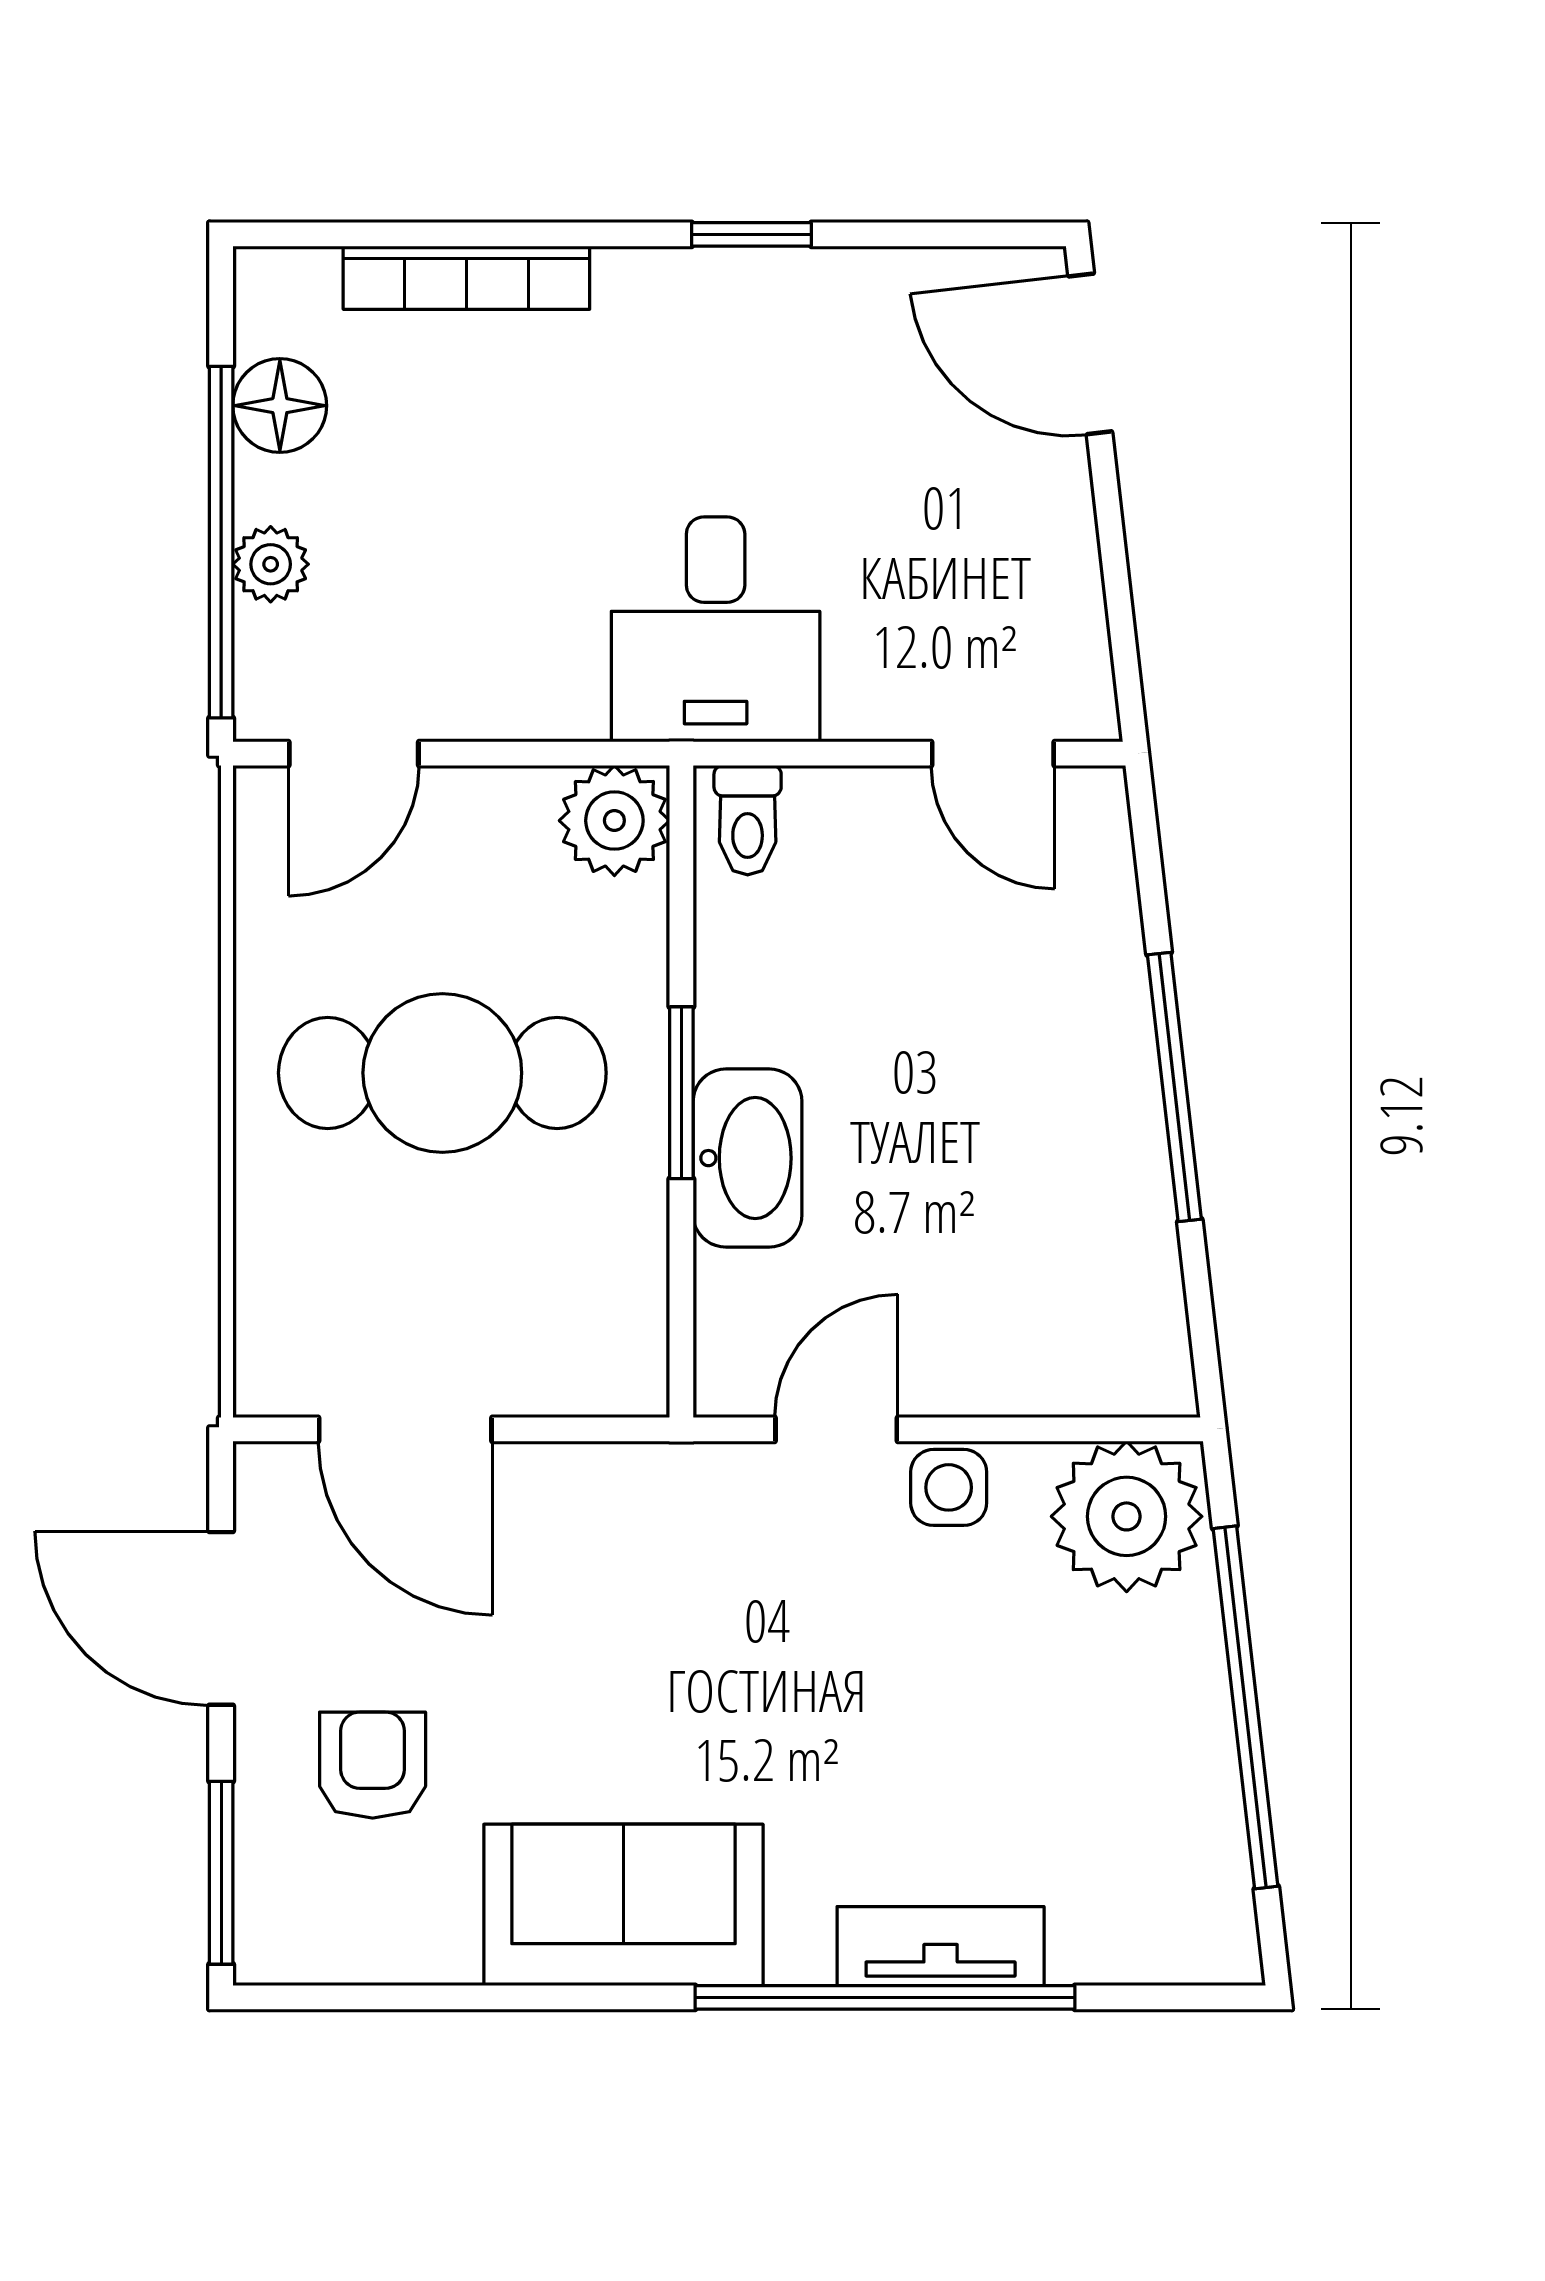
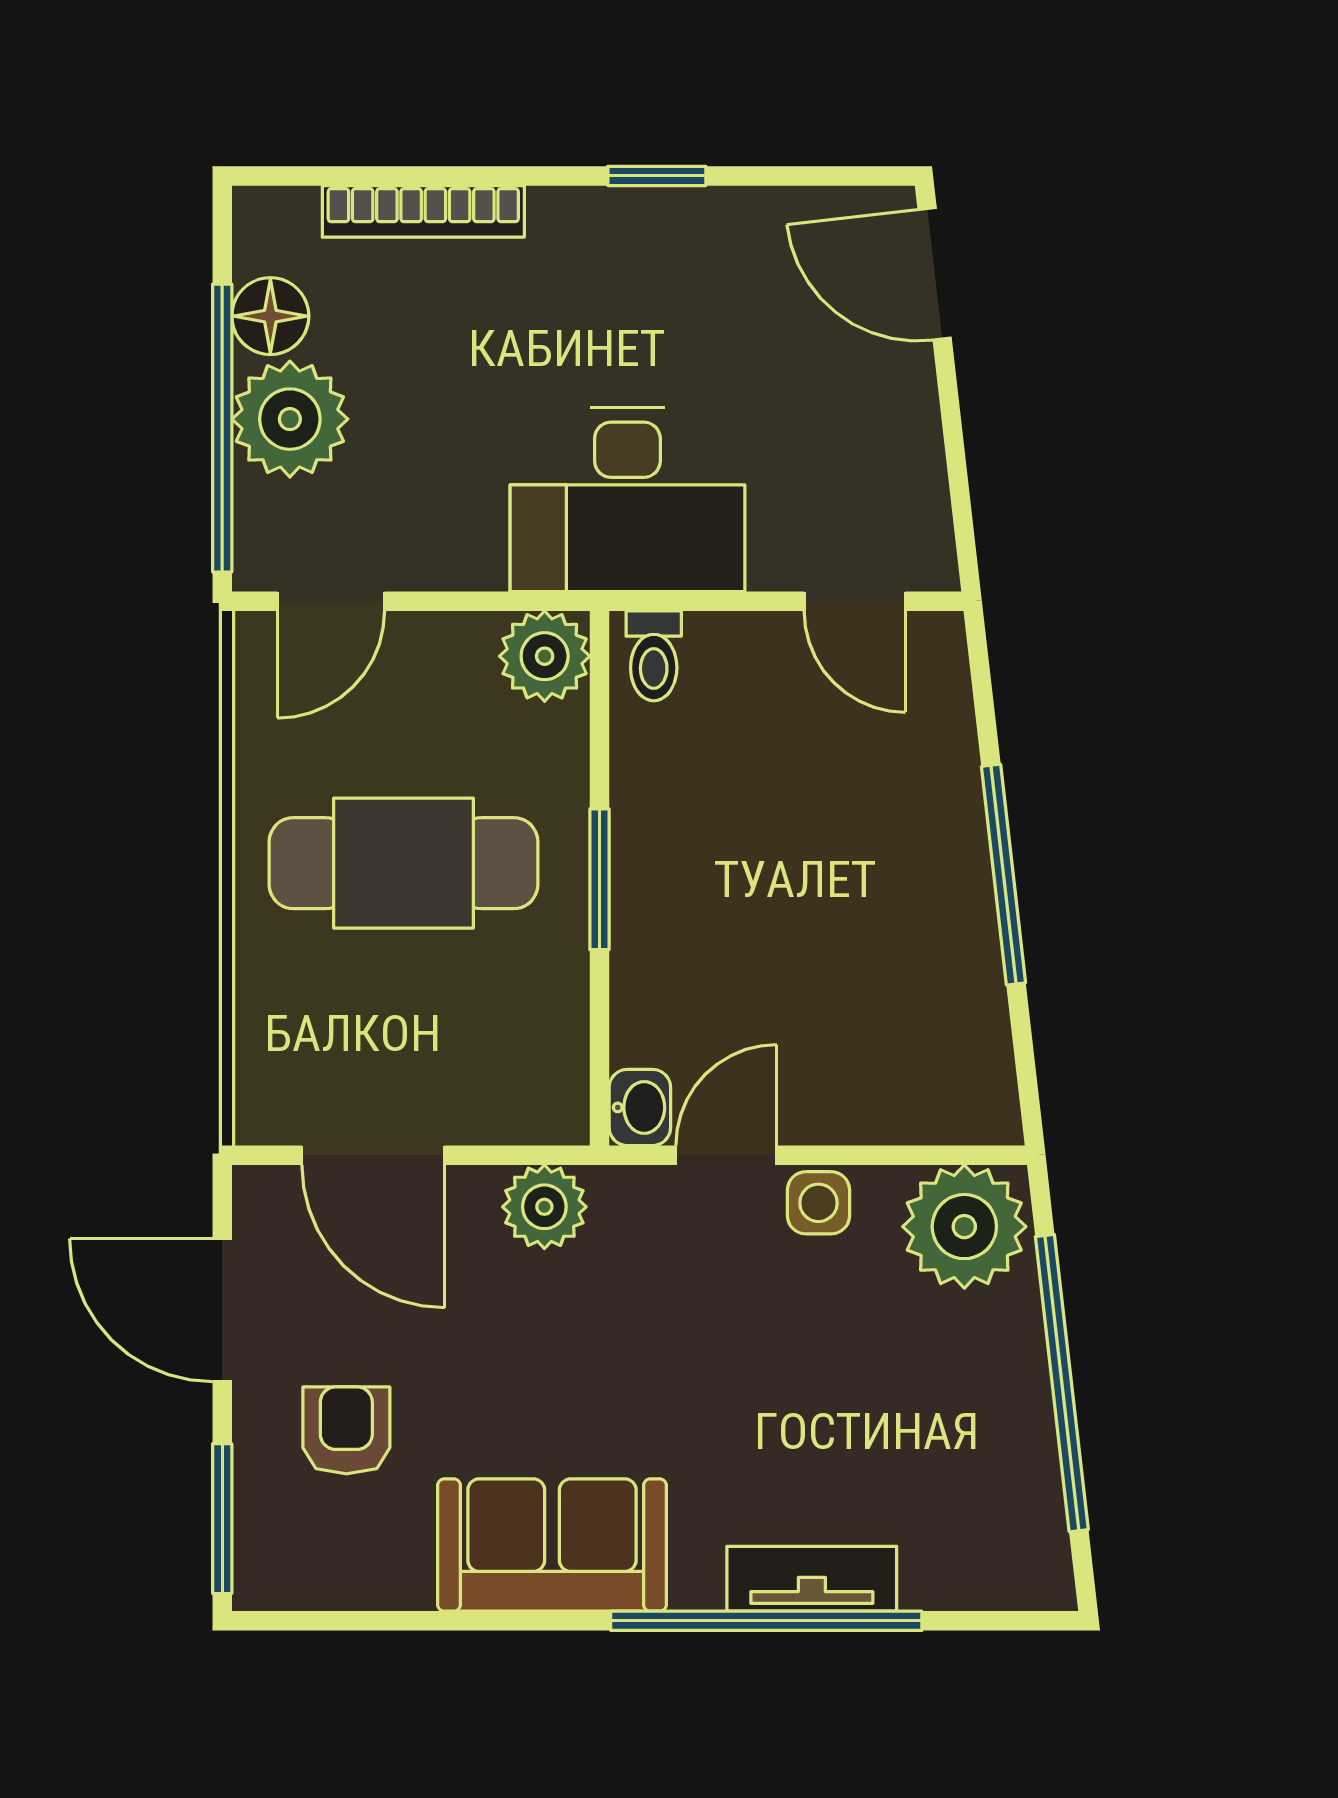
plant: (271, 564) -> (290, 419), width x1.87, depth x1.87
desk: (716, 629) -> (627, 500), width x1.37
washbasin: (748, 1158) -> (640, 1107), moved, width x0.52, depth x0.69
plant: (614, 1492) -> (544, 1207), added

